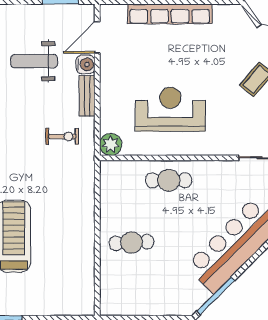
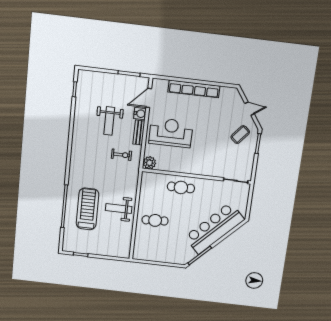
weight bench: (34, 61) -> (109, 121), moved, turned -90
reception desk: (170, 109) -> (171, 133), moved
weight bench: (67, 229) -> (119, 209), added

